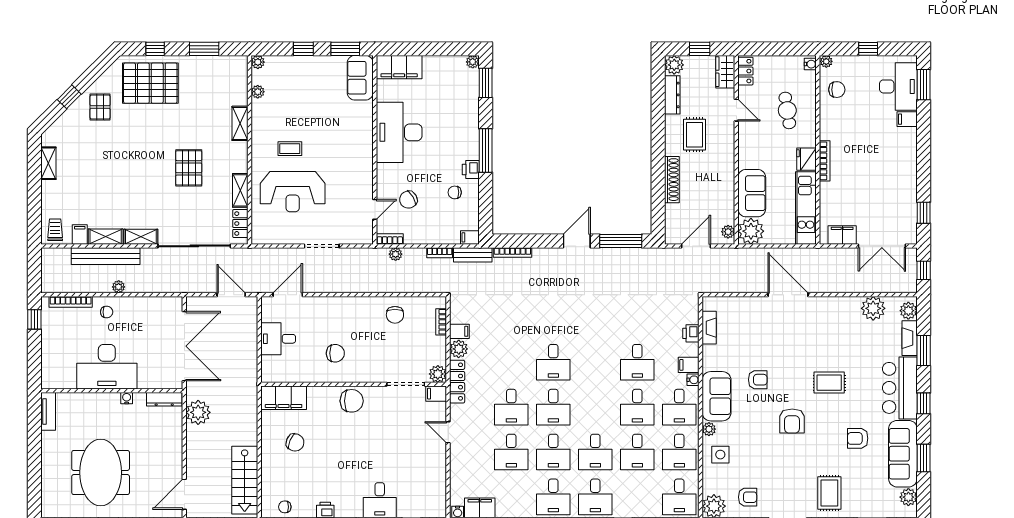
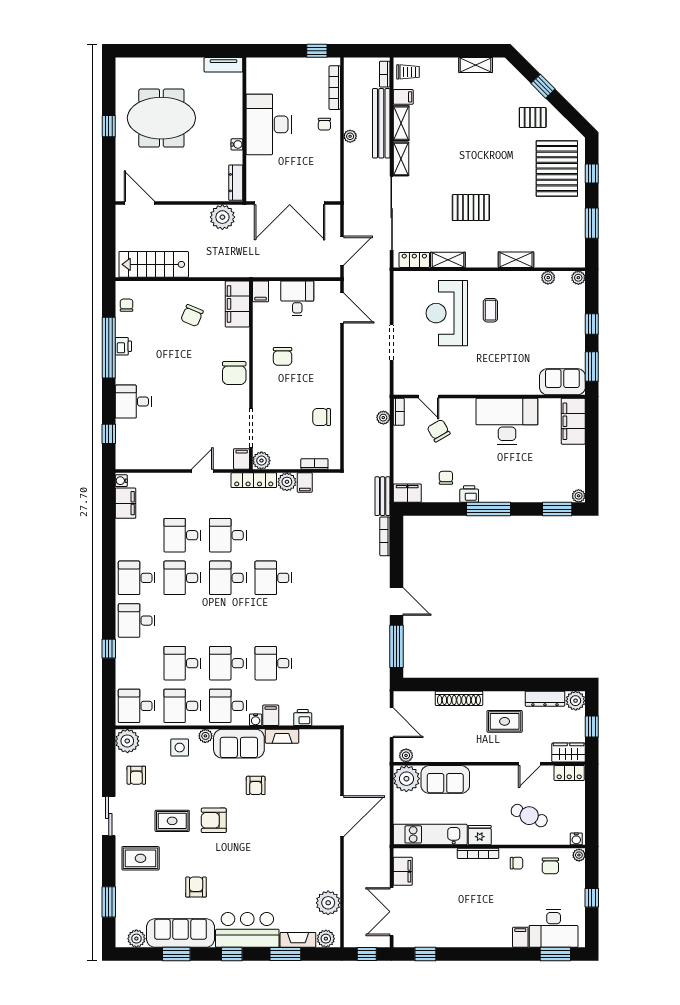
cafe table: (787, 110) -> (529, 816), turned 32
chair: (834, 123) -> (517, 863), added
filing cabinet: (470, 237) -> (407, 493), width x2.00
bookcase: (440, 253) -> (385, 74), moved
fireplace: (709, 328) -> (282, 736), moved
filing cabinet: (271, 375) -> (261, 291), added
rug: (829, 383) -> (172, 821), moved, turned 90
desk: (595, 452) -> (182, 621), removed

